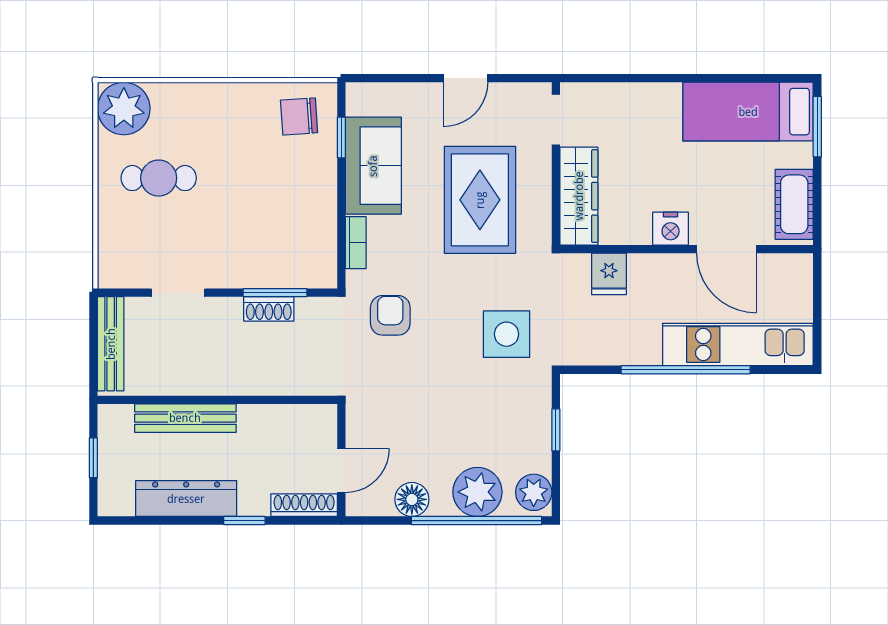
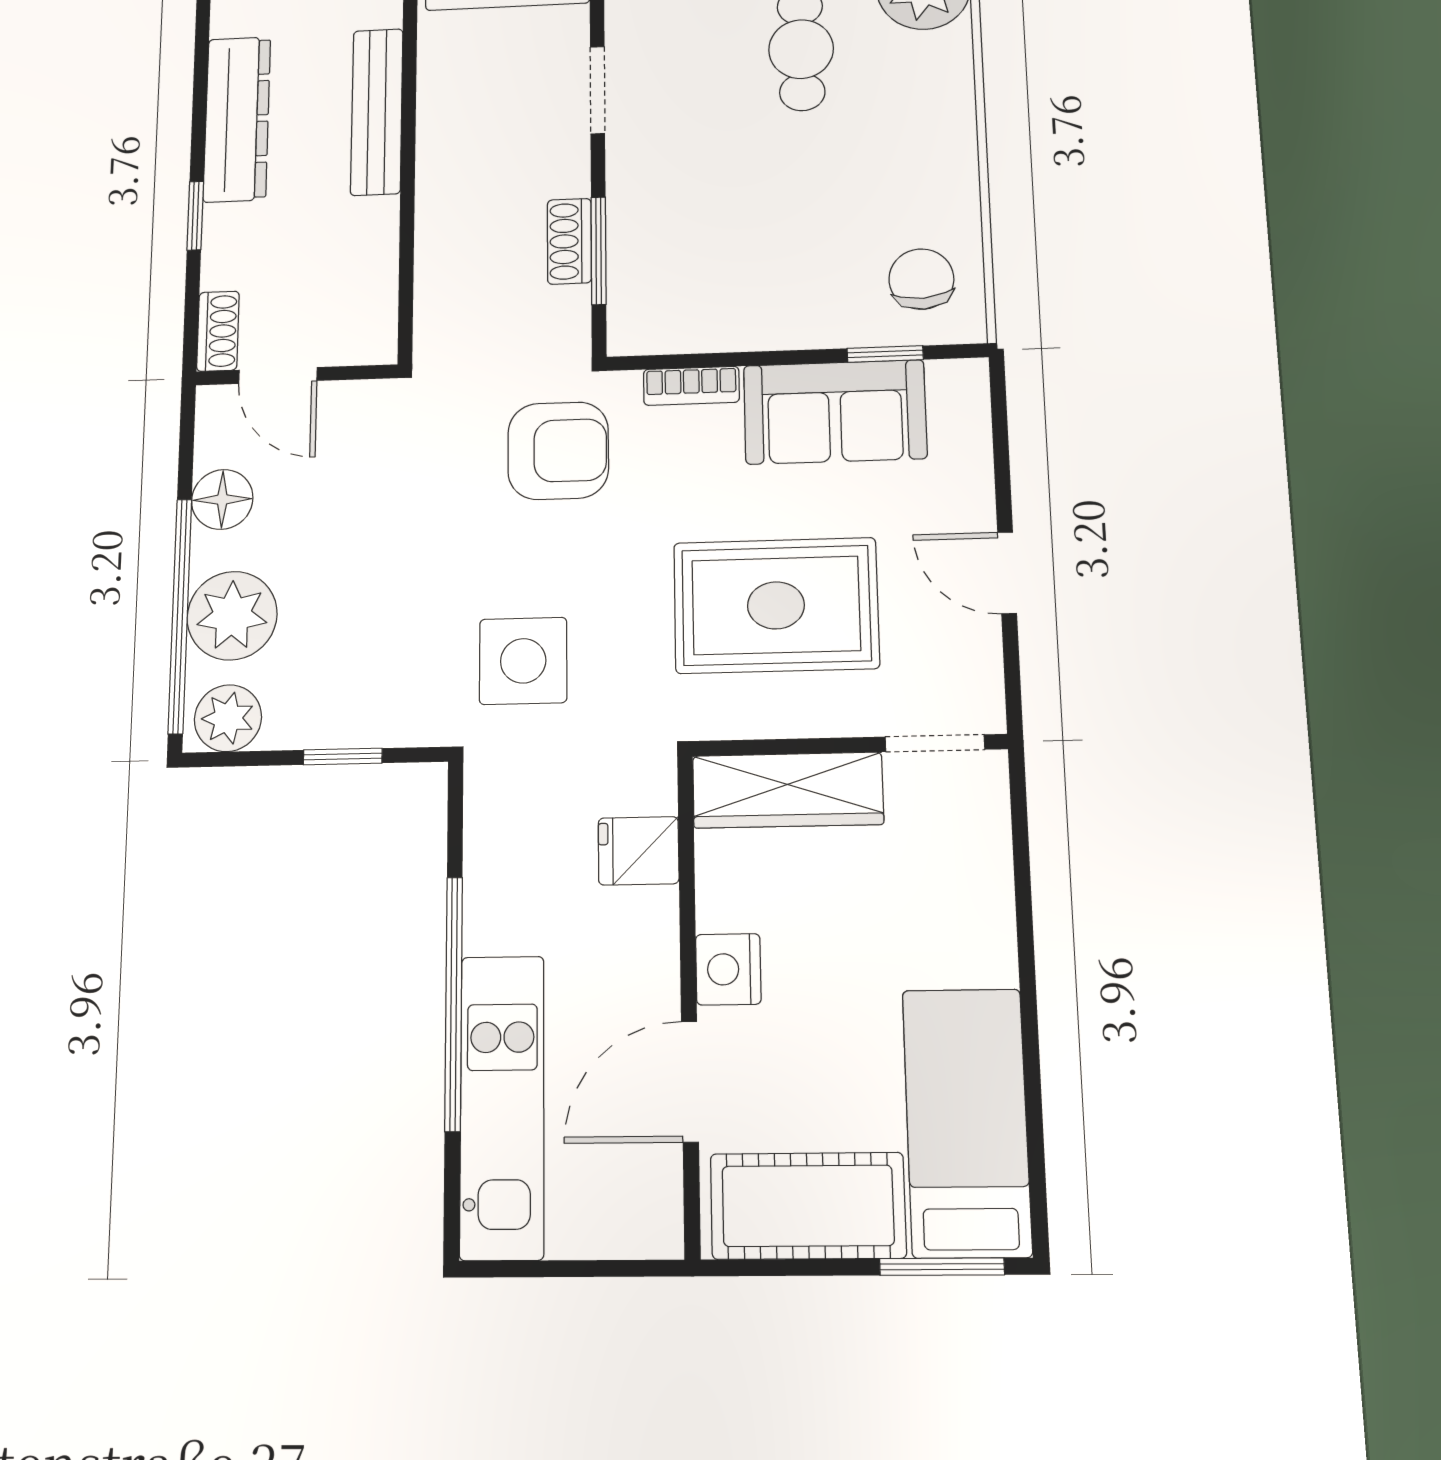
cot: (794, 204) -> (808, 1206), width x1.37, depth x1.34
armchair: (390, 315) -> (558, 451), width x1.38, depth x1.38
shoe rack: (304, 505) -> (218, 331), width x0.70

